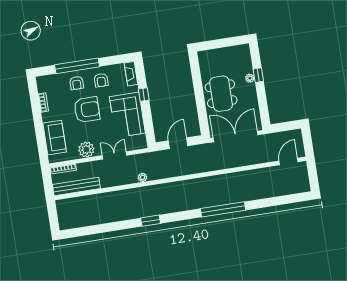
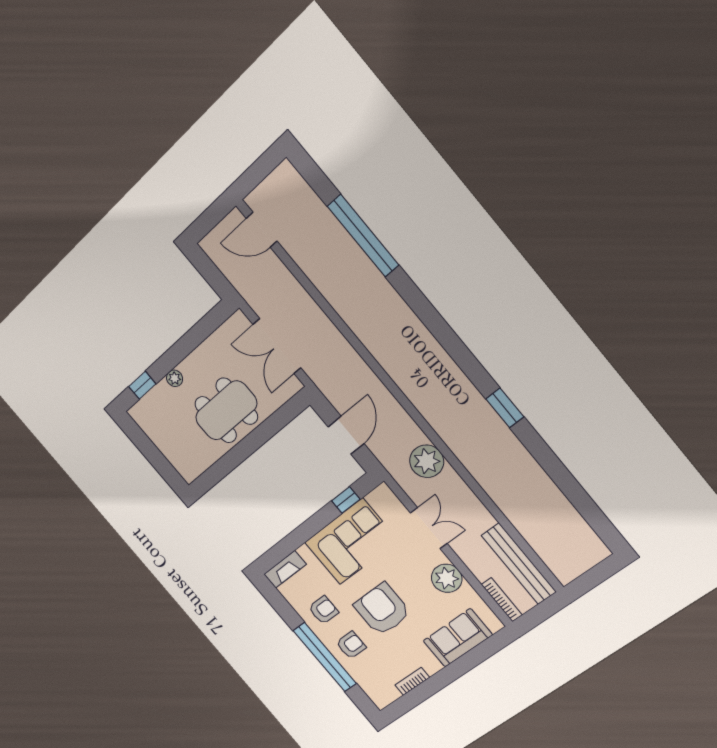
window: (258, 75) -> (142, 385), moved
window: (144, 95) -> (346, 500), moved
double door: (236, 136) -> (277, 346), width x0.73
door: (178, 143) -> (346, 435), swing flipped
double door: (115, 155) -> (429, 528), swing flipped
plant: (143, 177) -> (427, 461), width x1.87, depth x1.87
window: (223, 209) -> (363, 236), moved

